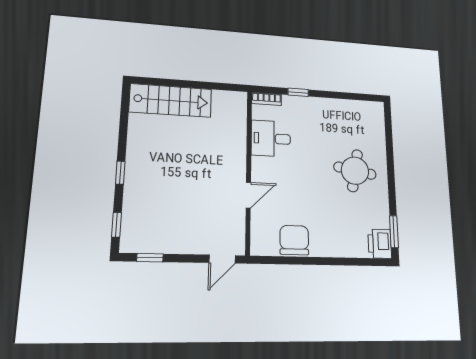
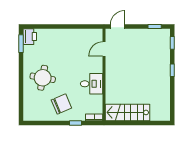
stairs: (171, 100) -> (127, 112), moved
desk: (271, 138) -> (92, 84), moved
door: (248, 195) -> (104, 49), moved
chair: (294, 240) -> (61, 104), moved, turned -113

